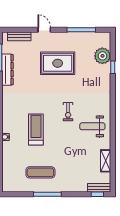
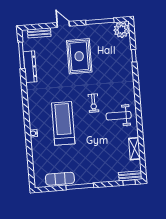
plant: (102, 56) -> (122, 30), moved
rug: (58, 63) -> (79, 56), turned 90
treadmill: (36, 129) -> (63, 123), width x1.37, depth x1.38
exercise mat: (40, 172) -> (60, 179), moved

